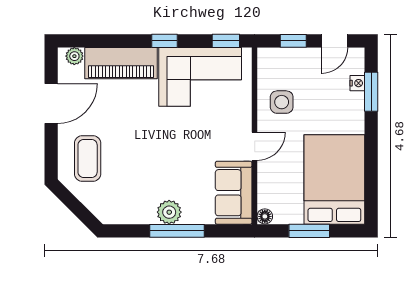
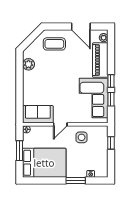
window: (226, 41) -> (111, 99), moved
door: (335, 41) -> (111, 163), removed
window: (371, 92) -> (76, 180), moved
door: (255, 146) -> (60, 124), hinge flipped
plant: (169, 212) -> (29, 64), moved
window: (177, 231) -> (20, 87), removed

